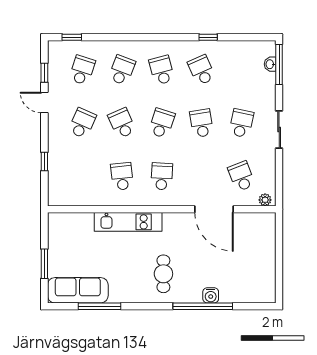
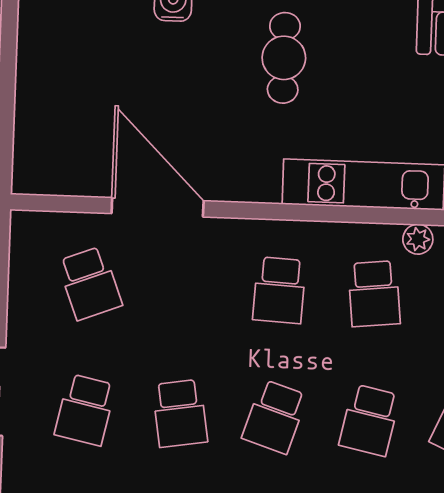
school desk: (122, 123) -> (370, 420), turned 36
plant: (265, 200) -> (418, 239), moved

